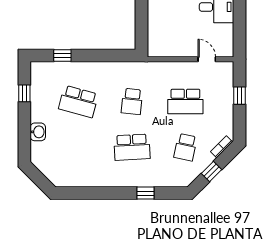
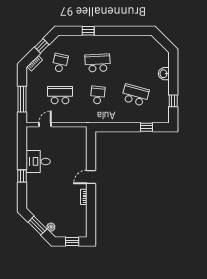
door: (207, 59) -> (45, 125), swing flipped
window: (239, 96) -> (22, 99), width x2.17

